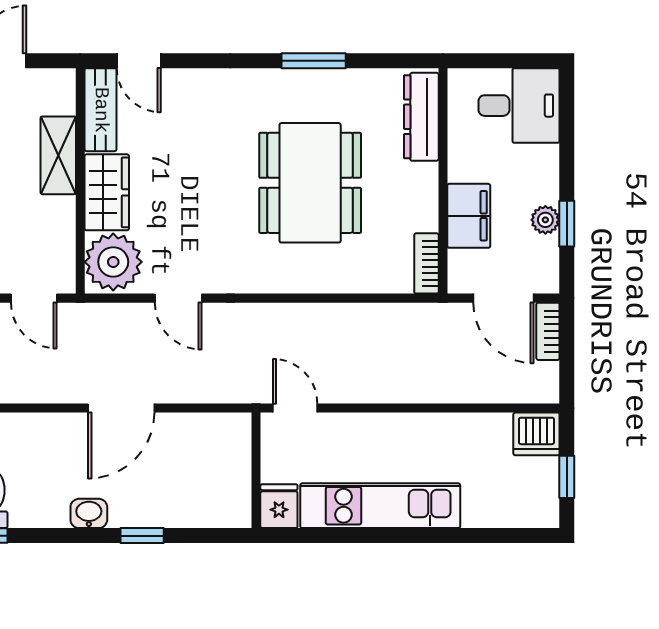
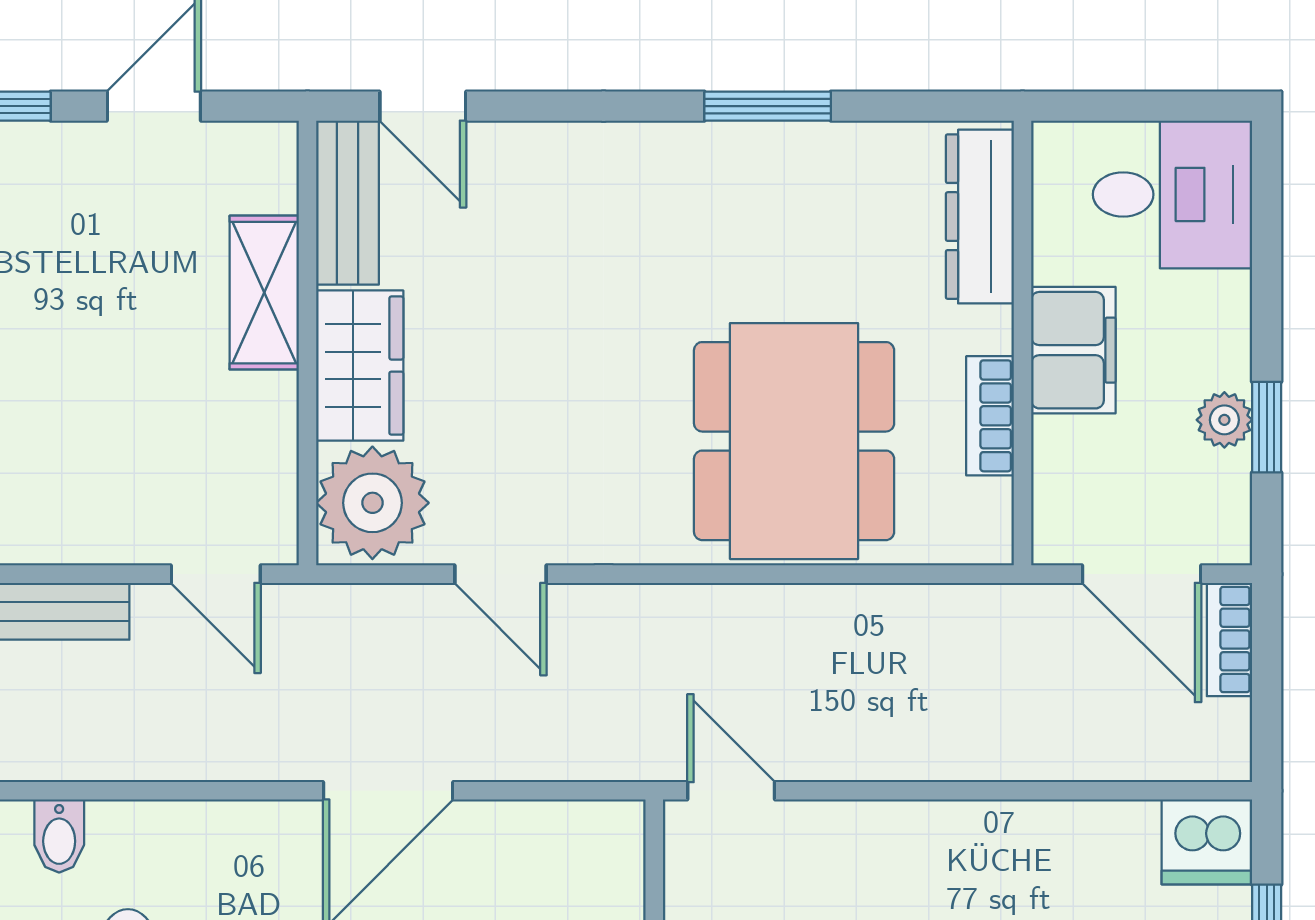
dining table: (310, 183) -> (794, 441), moved
filing cabinet: (469, 216) -> (1073, 350), moved
bookcase: (426, 263) -> (990, 416), moved

